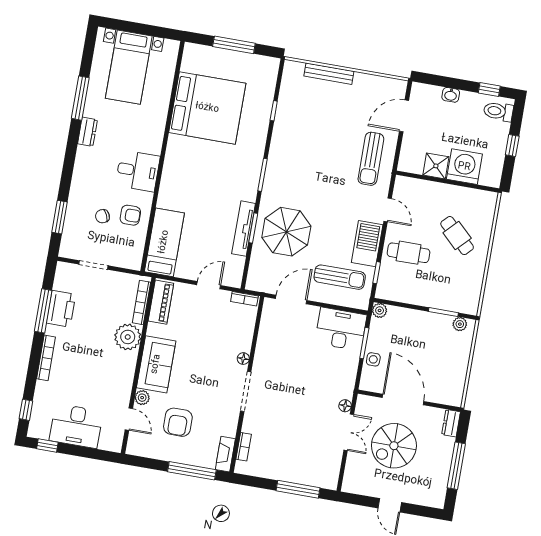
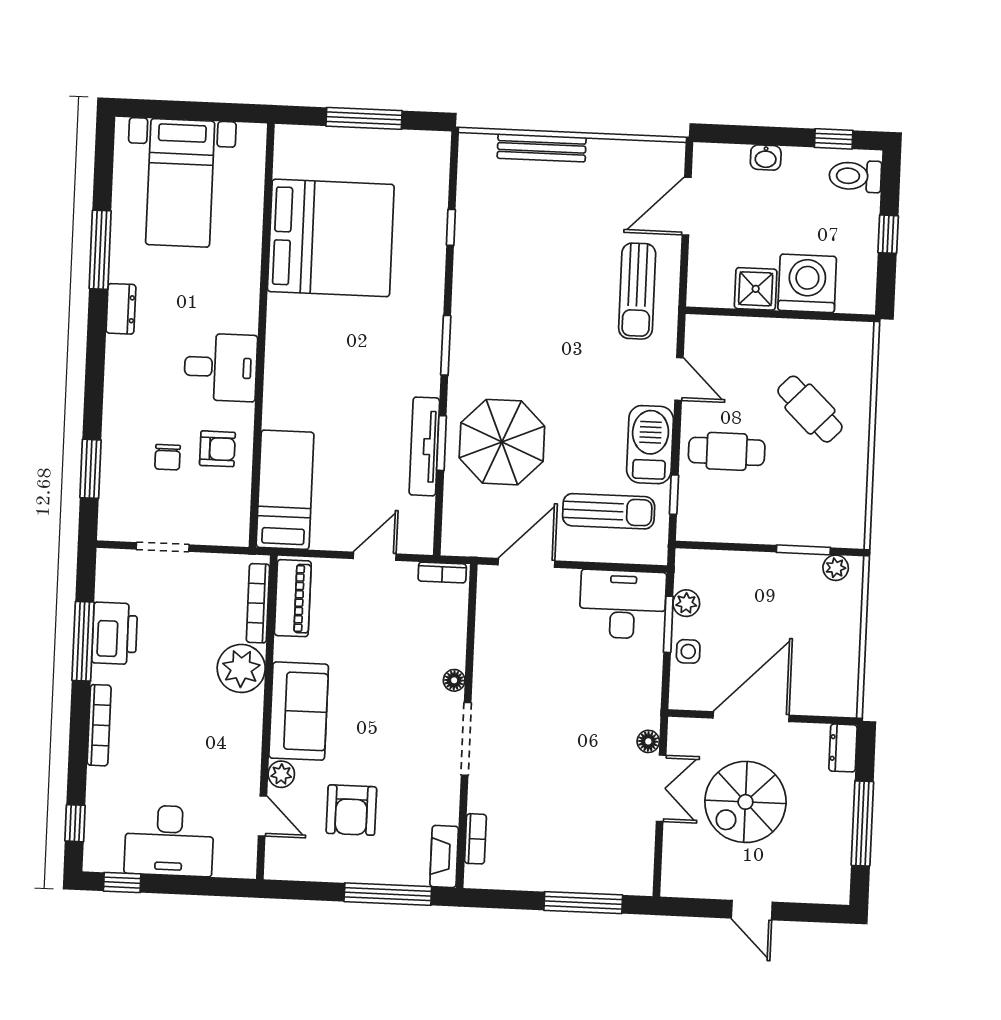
chair: (102, 216) -> (168, 457), turned -65
plant: (380, 310) -> (686, 603), moved
door: (403, 399) -> (751, 717), hinge flipped

